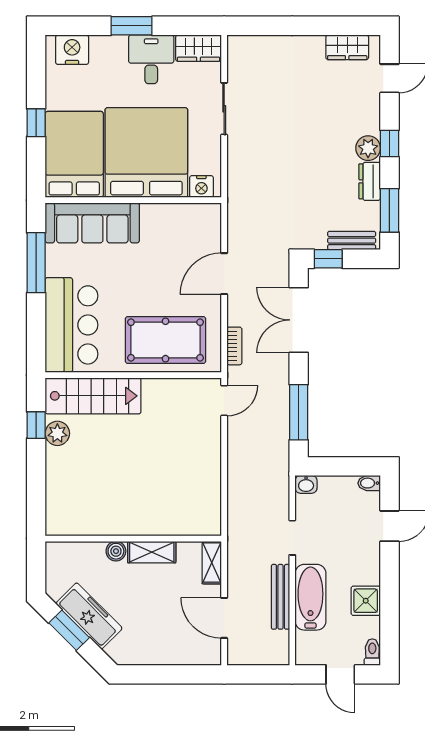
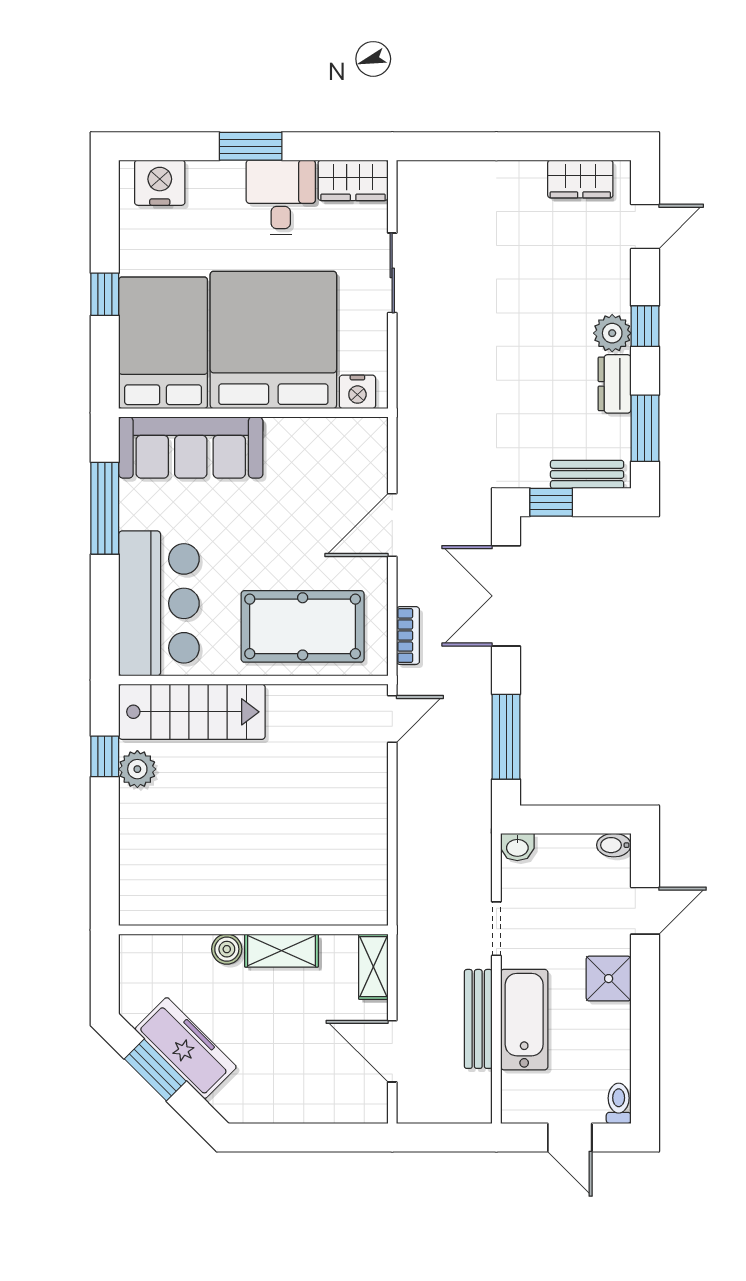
shower: (366, 601) -> (609, 979), moved

